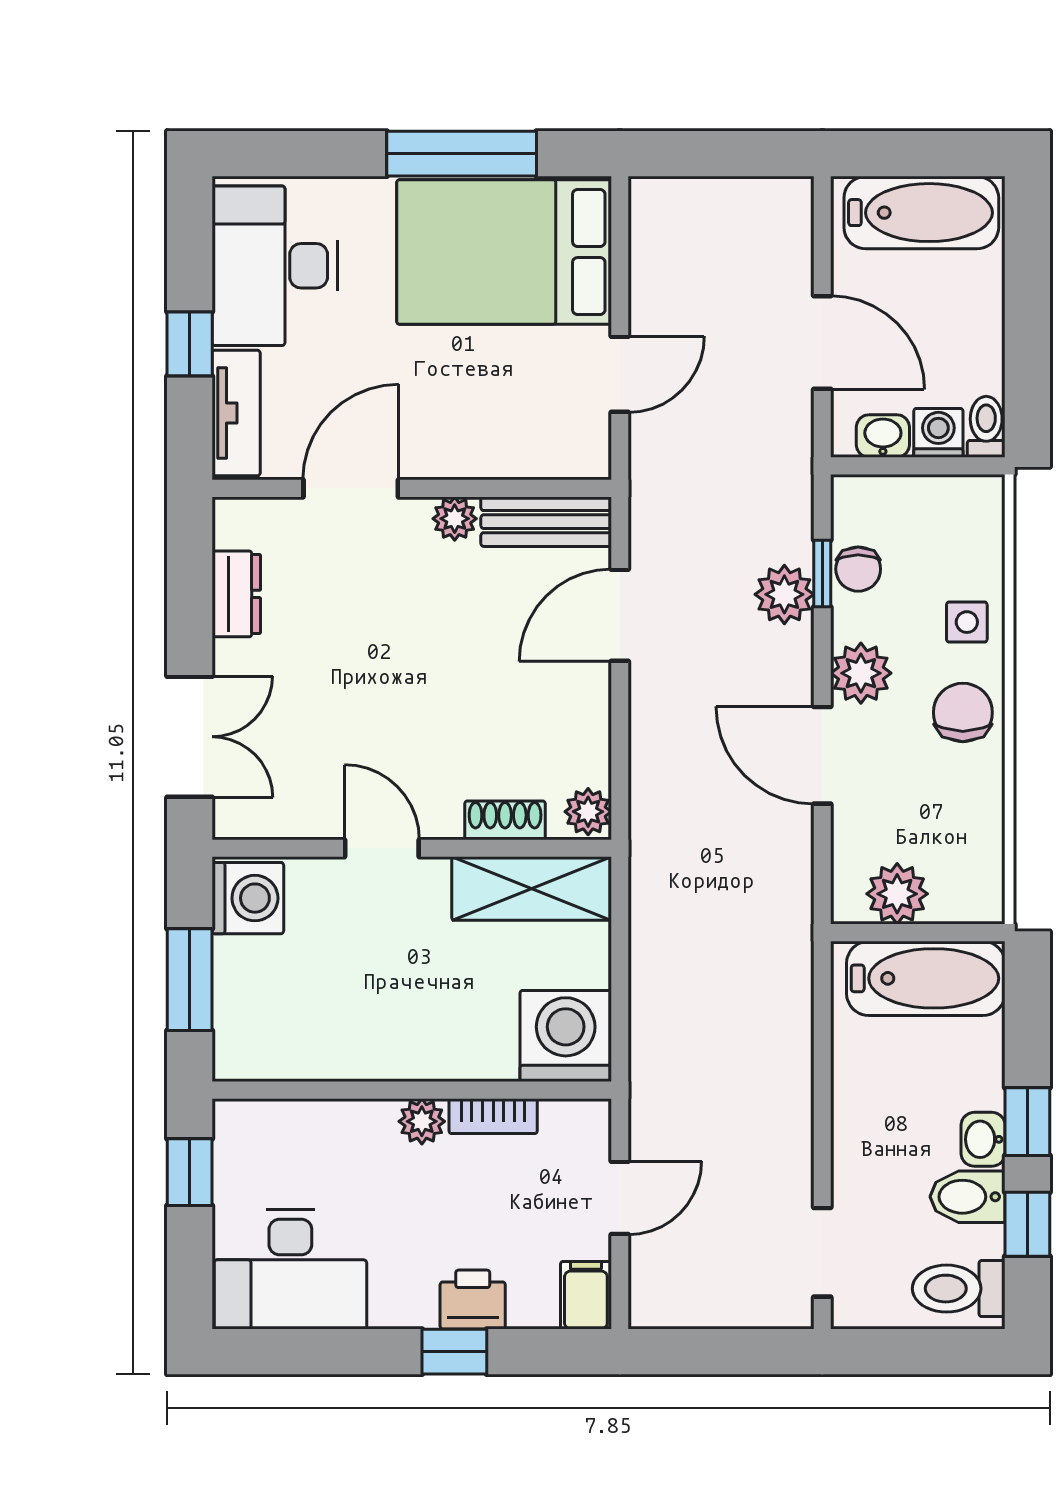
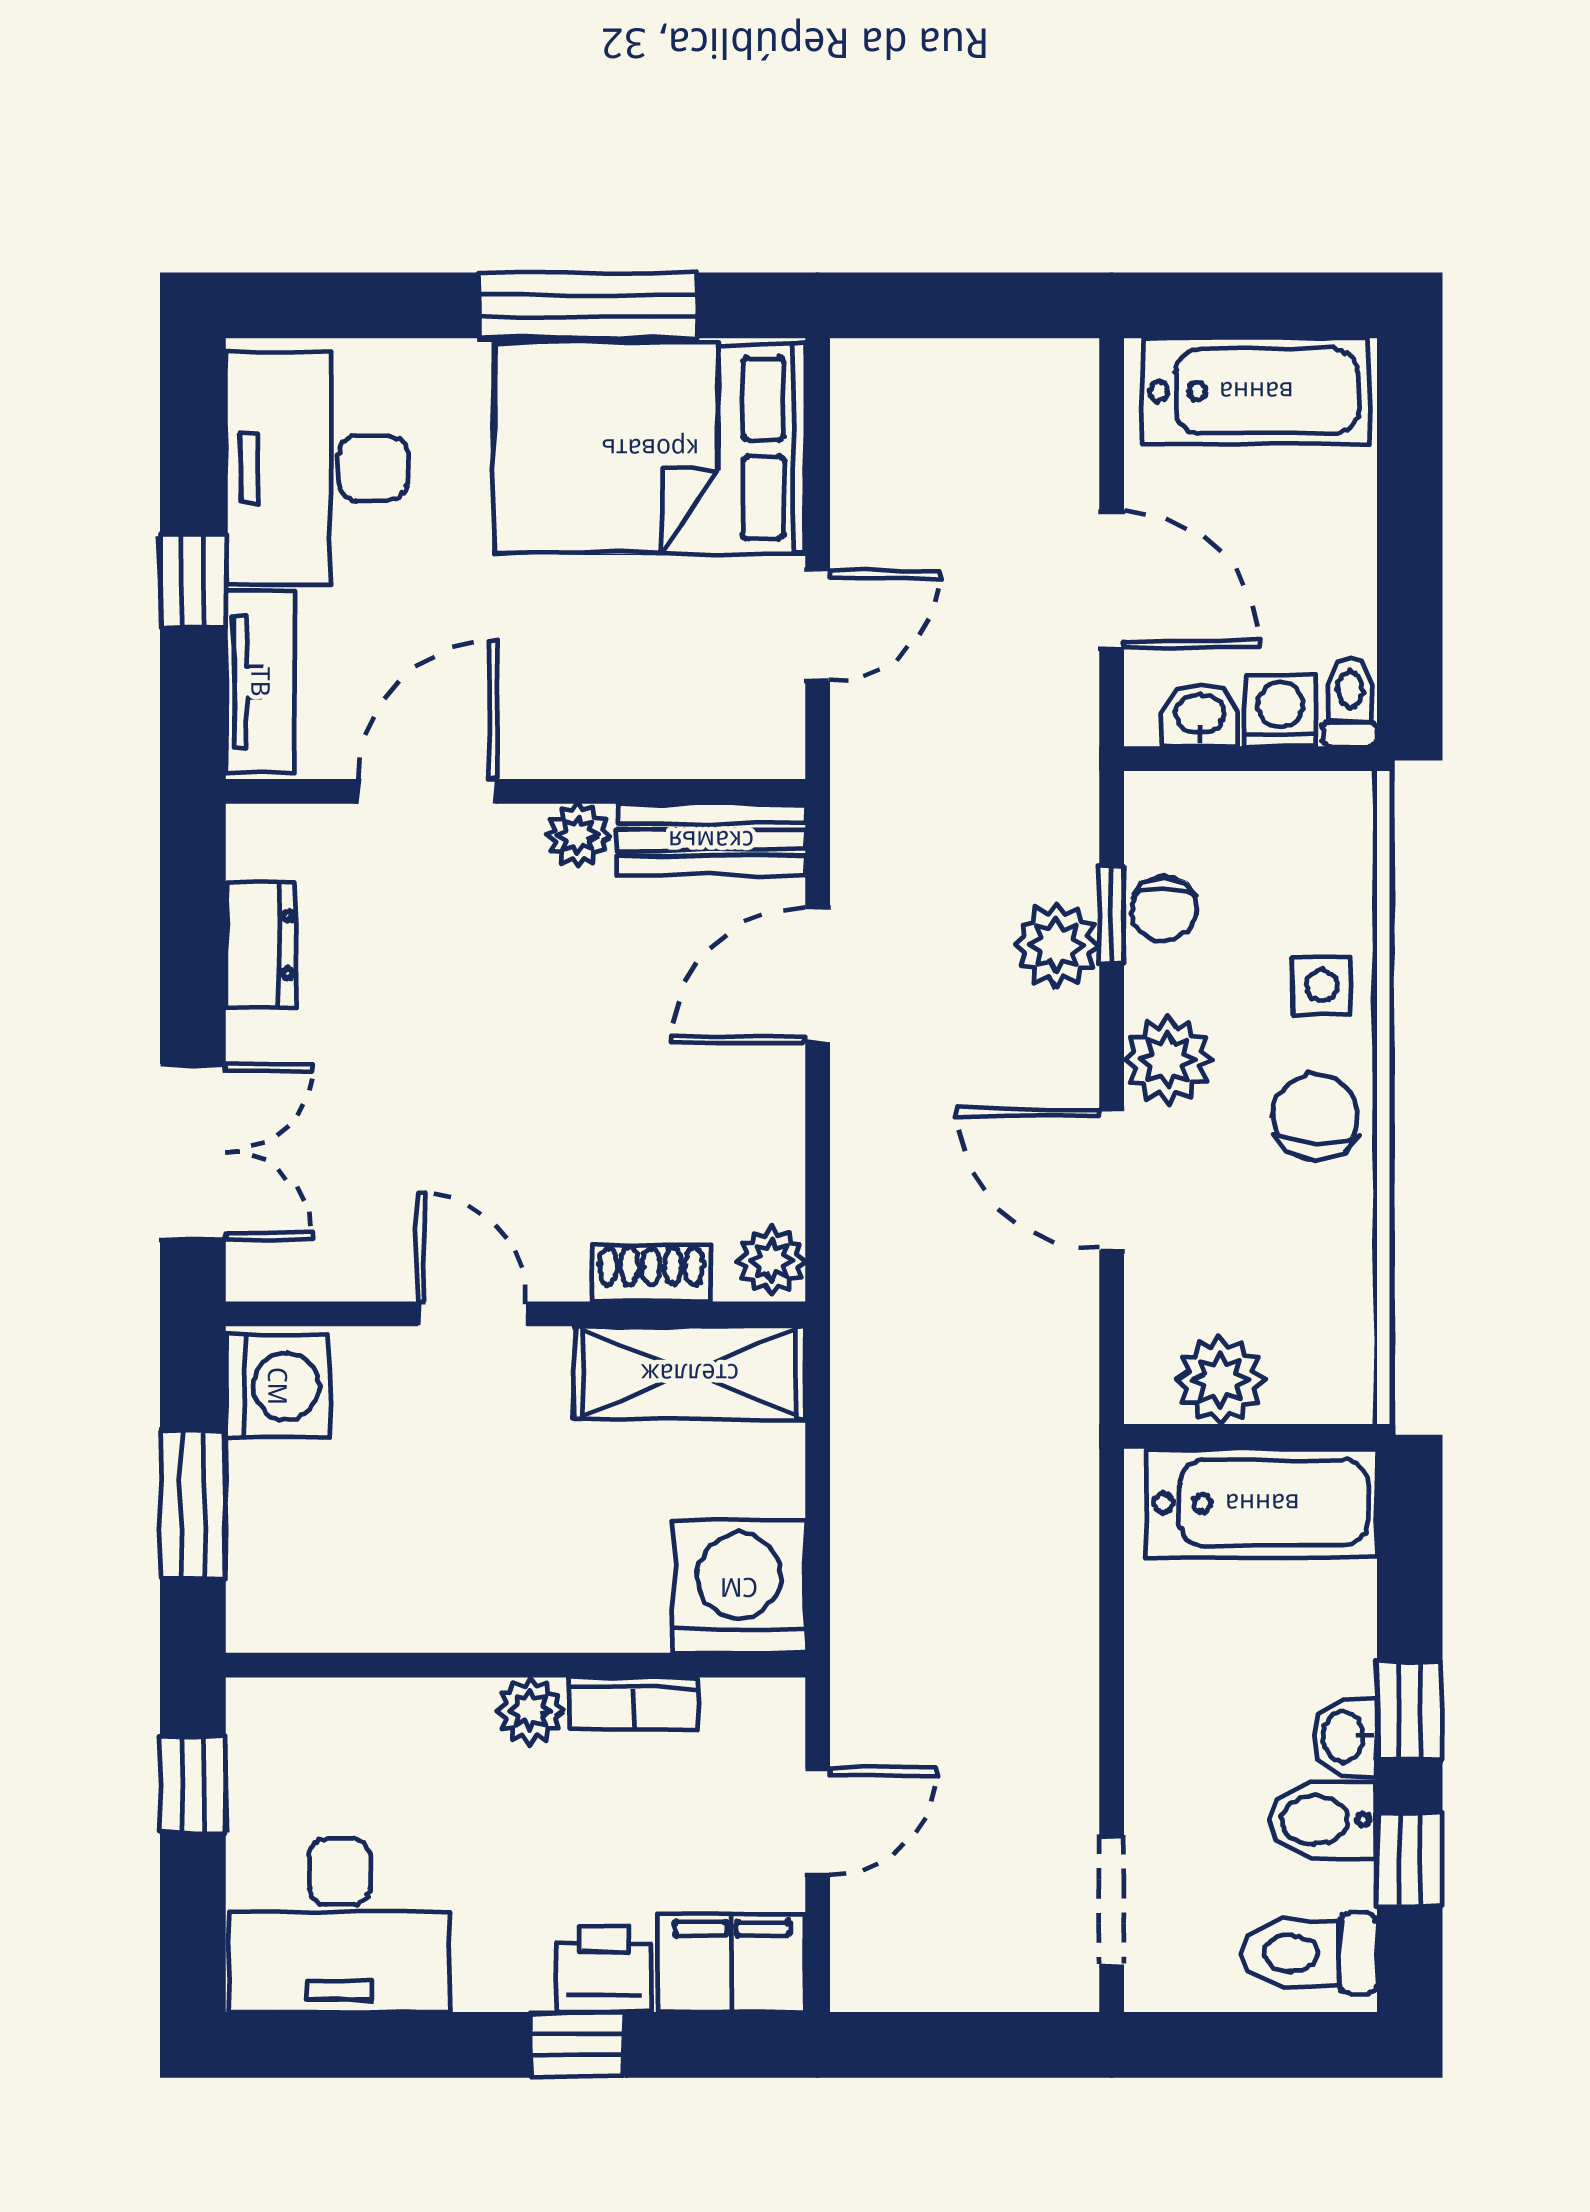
filing cabinet: (586, 1295) -> (732, 1963), width x2.00

